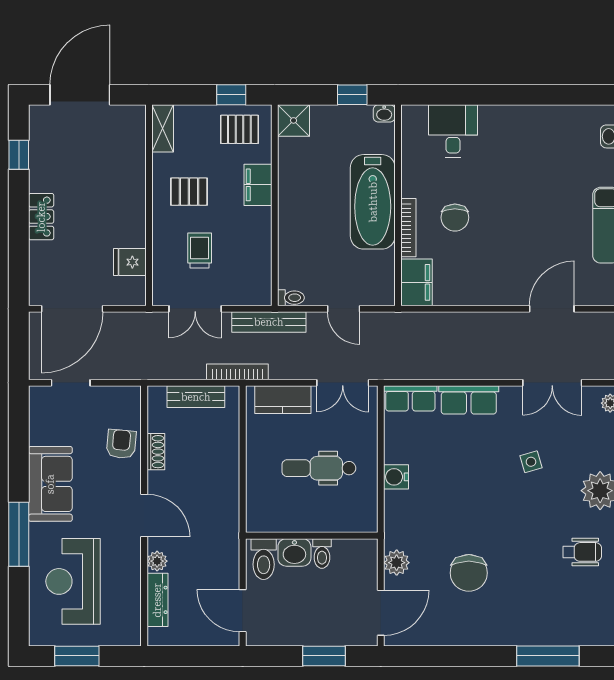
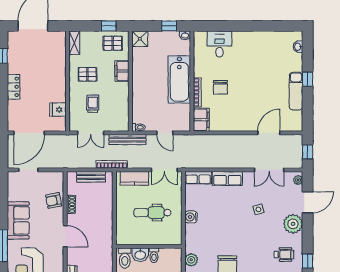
armchair: (121, 444) -> (54, 200), turned -106
plant: (157, 561) -> (72, 259), removed

